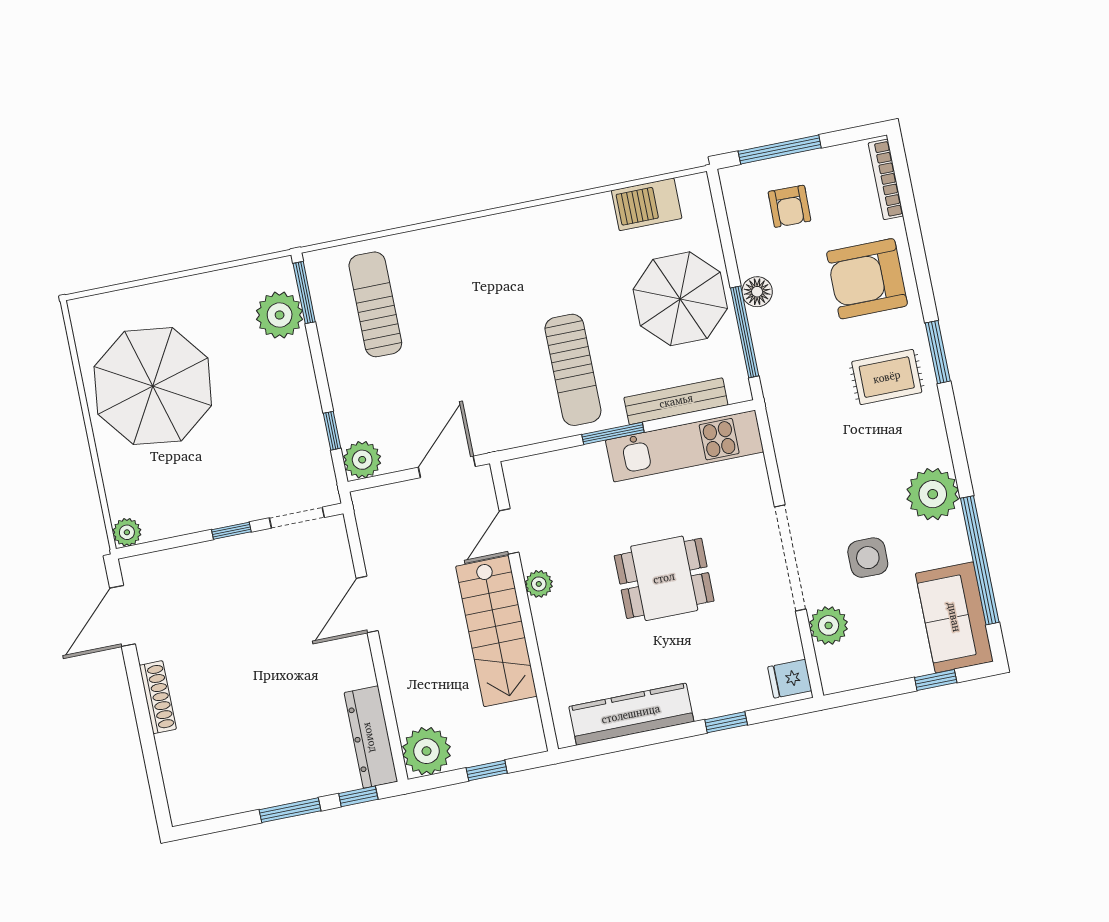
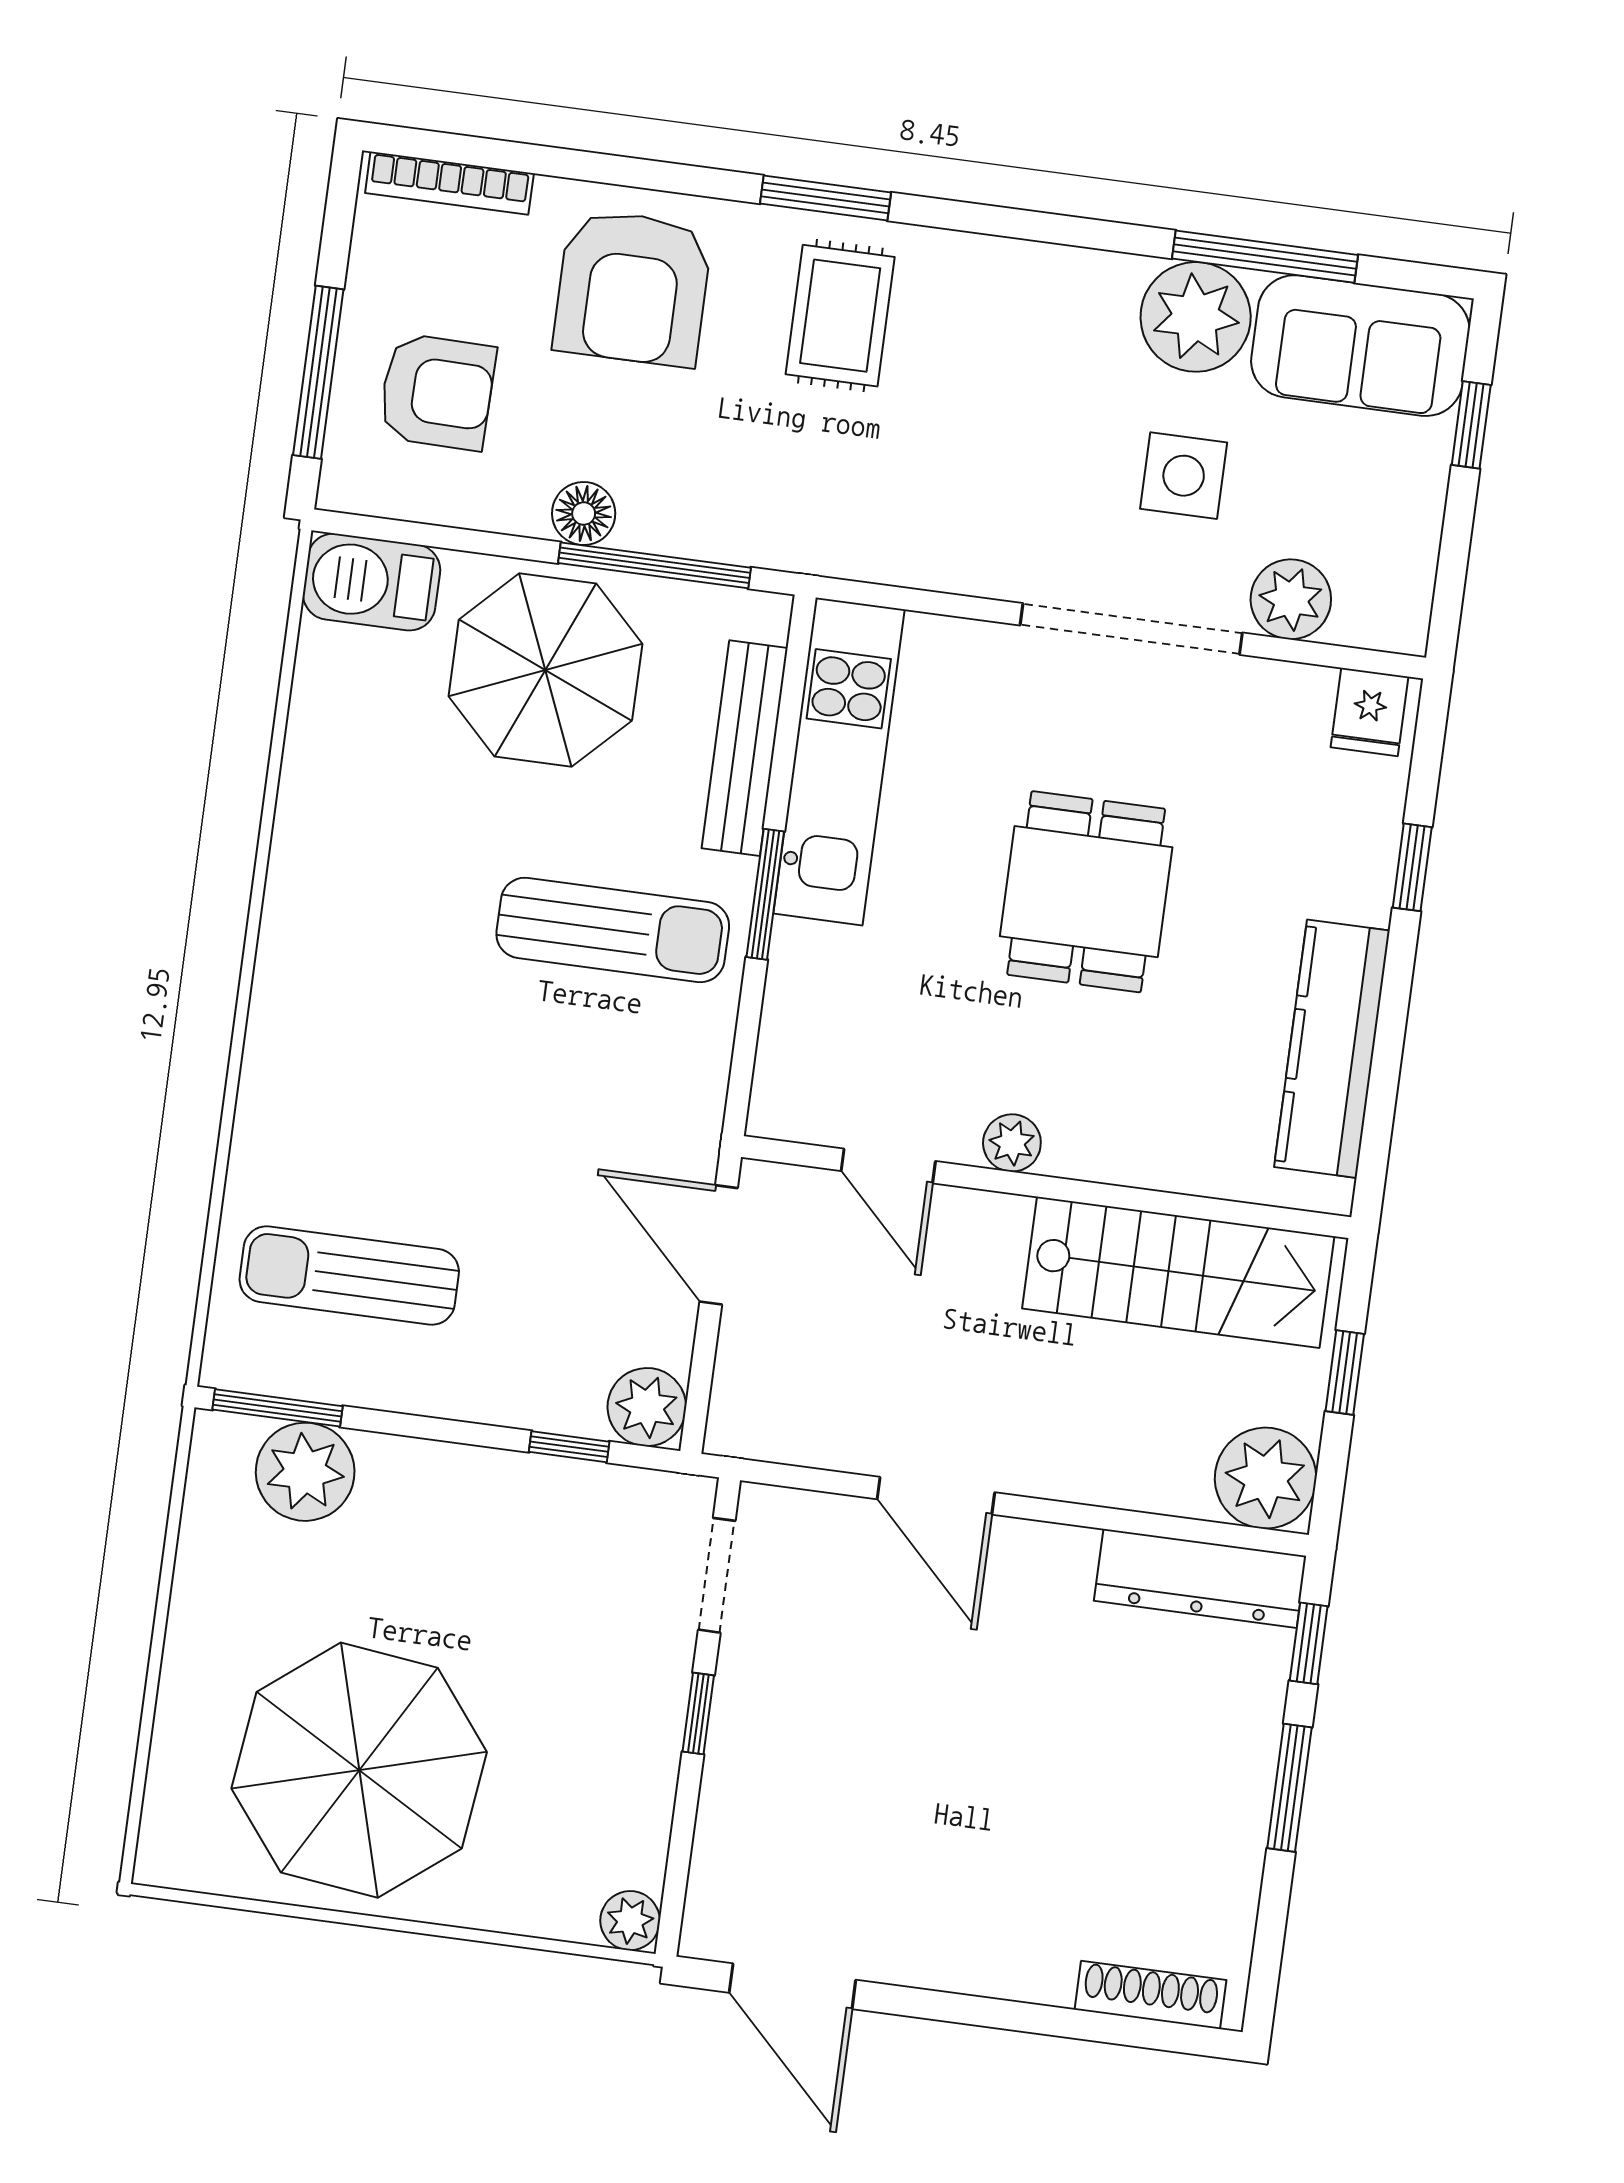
barbecue: (647, 204) -> (372, 582), moved, turned 90
armchair: (789, 206) -> (437, 392), width x1.38, depth x1.38
plant: (933, 494) -> (1196, 317), moved
window: (980, 560) -> (1265, 257), width x0.68
stairs: (496, 631) -> (1178, 1272), moved
shoe rack: (158, 697) -> (1151, 1995), moved

